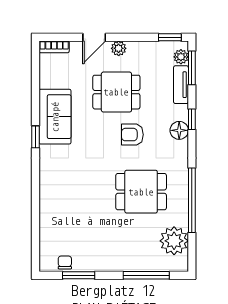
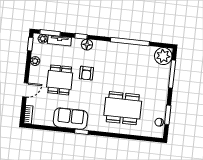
door: (94, 37) -> (25, 90), hinge flipped
plant: (119, 48) -> (35, 61), moved
dining table: (141, 192) -> (123, 108), moved, width x1.38
plant: (174, 241) -> (163, 56), moved

